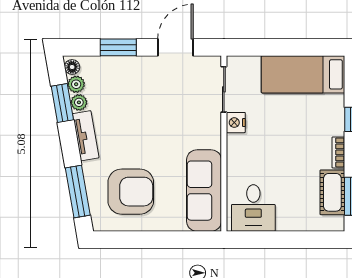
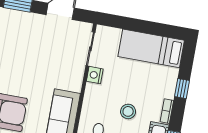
stool: (288, 162) -> (128, 111), added

